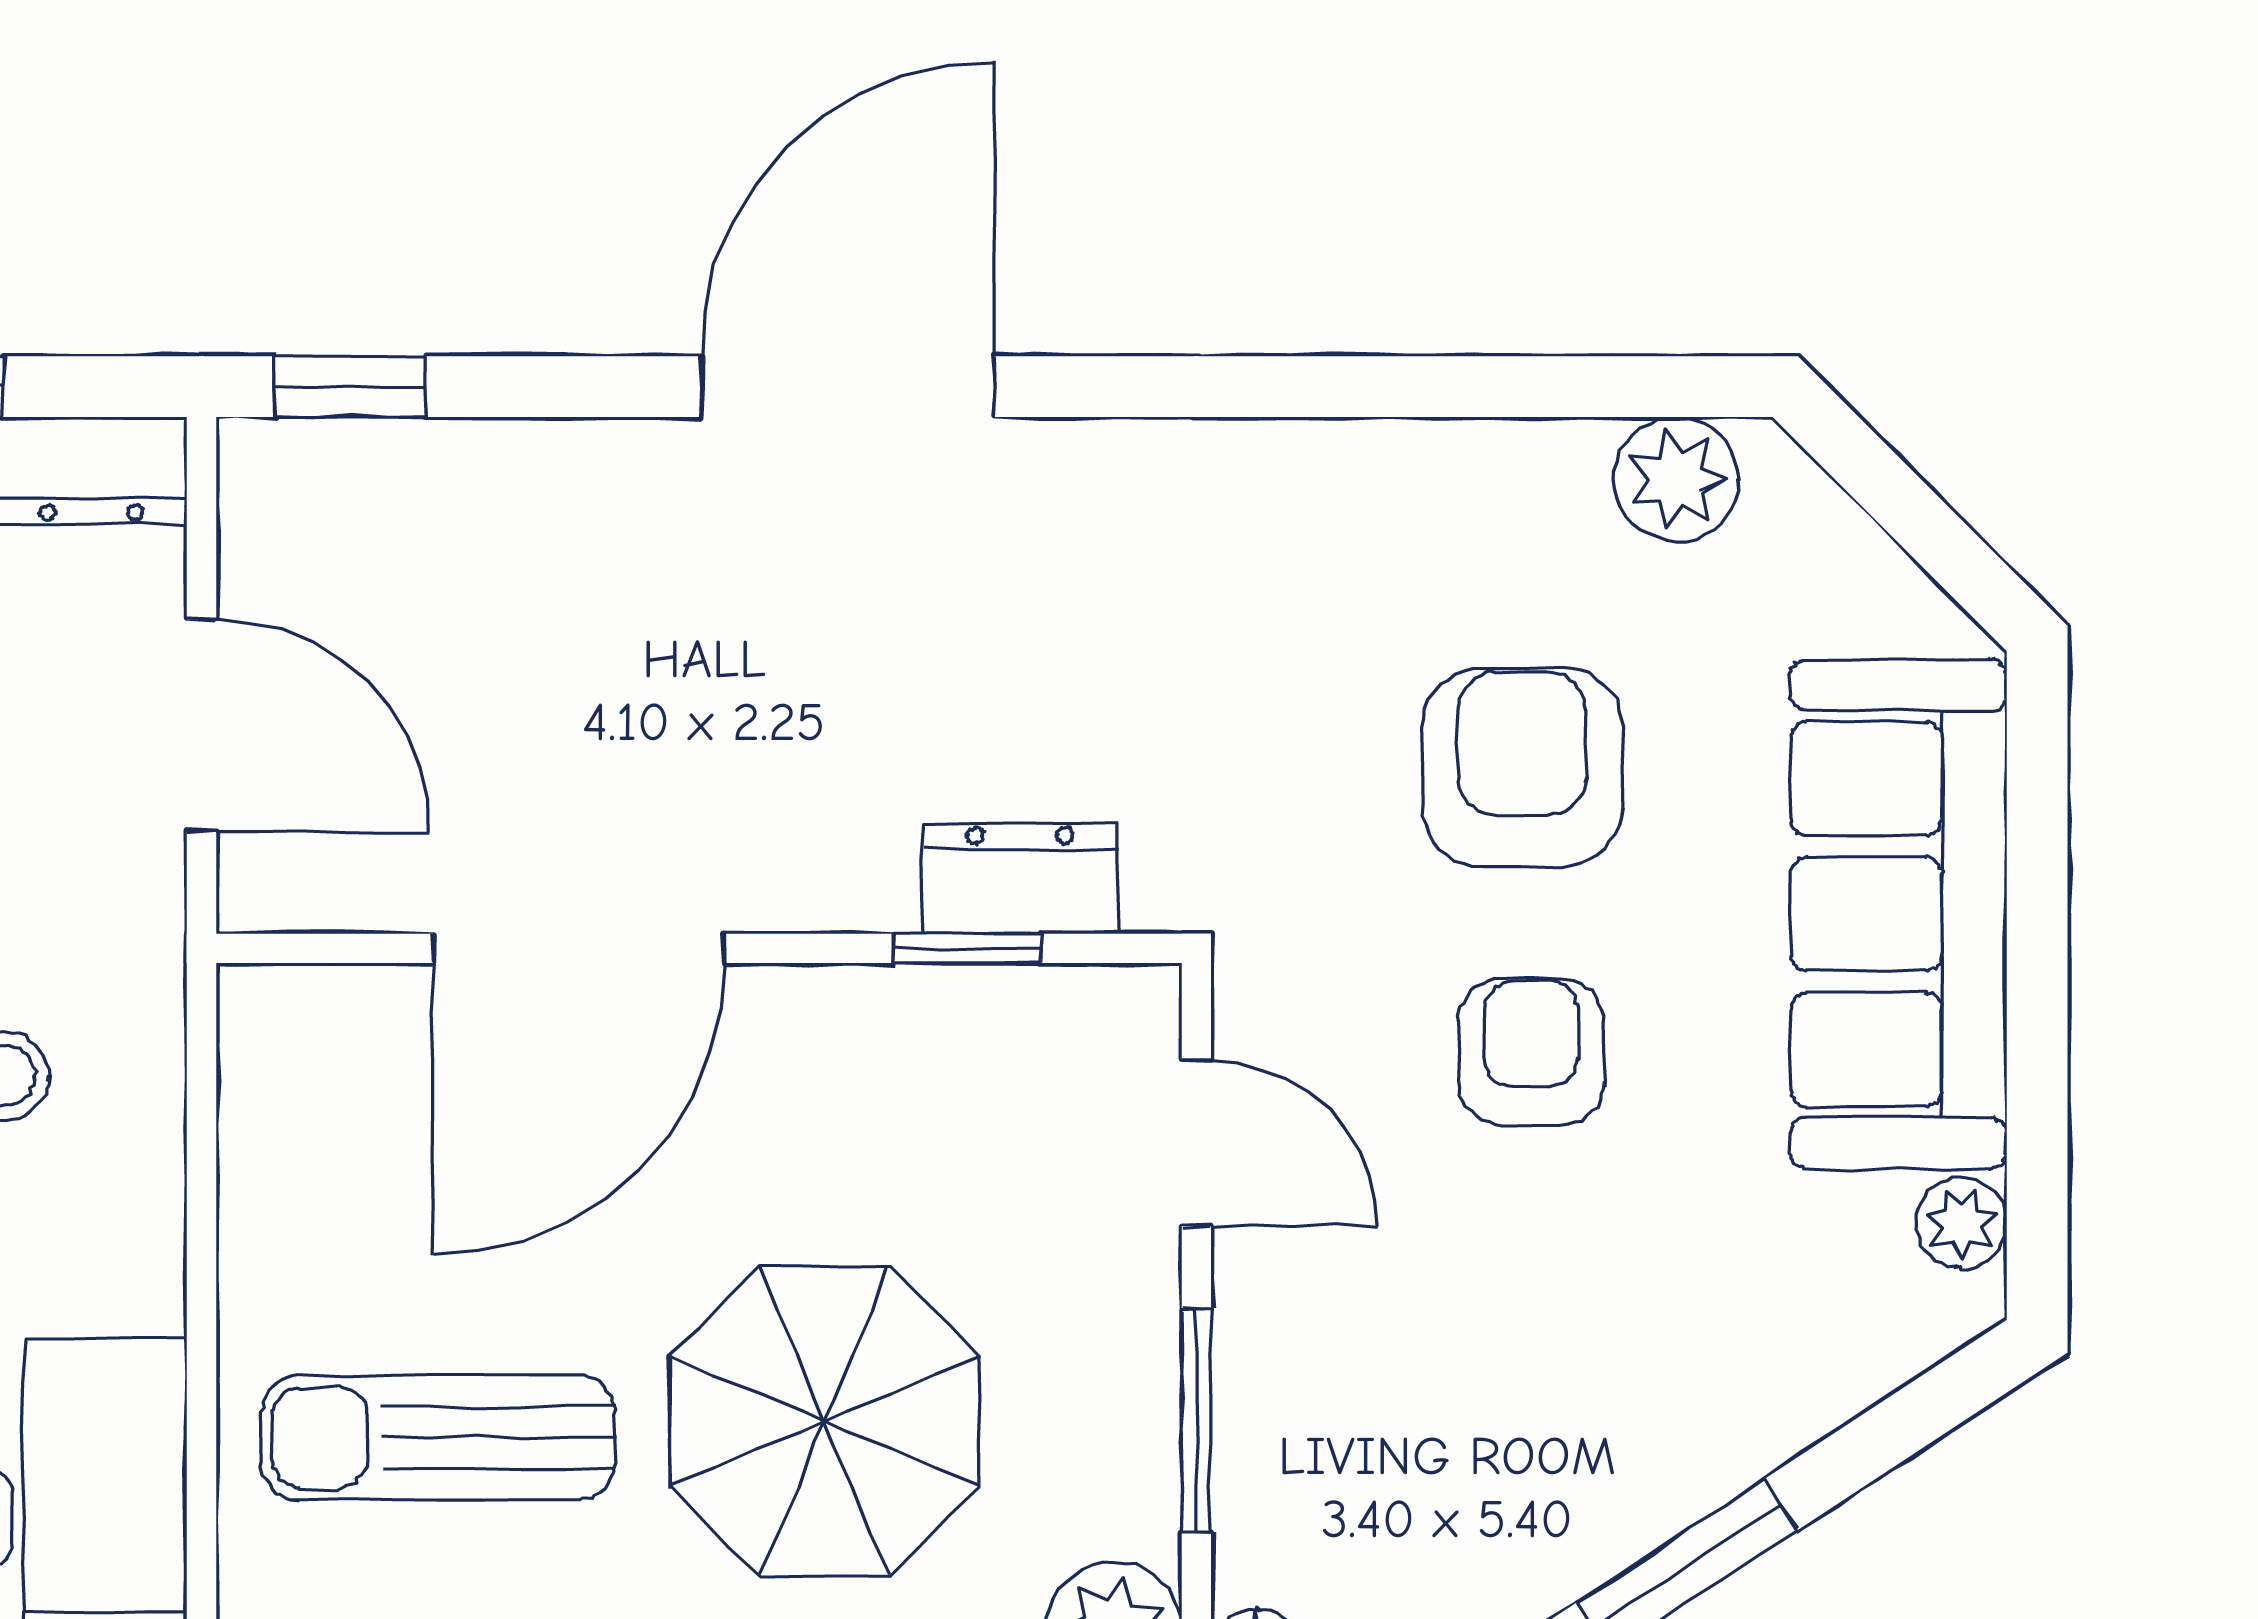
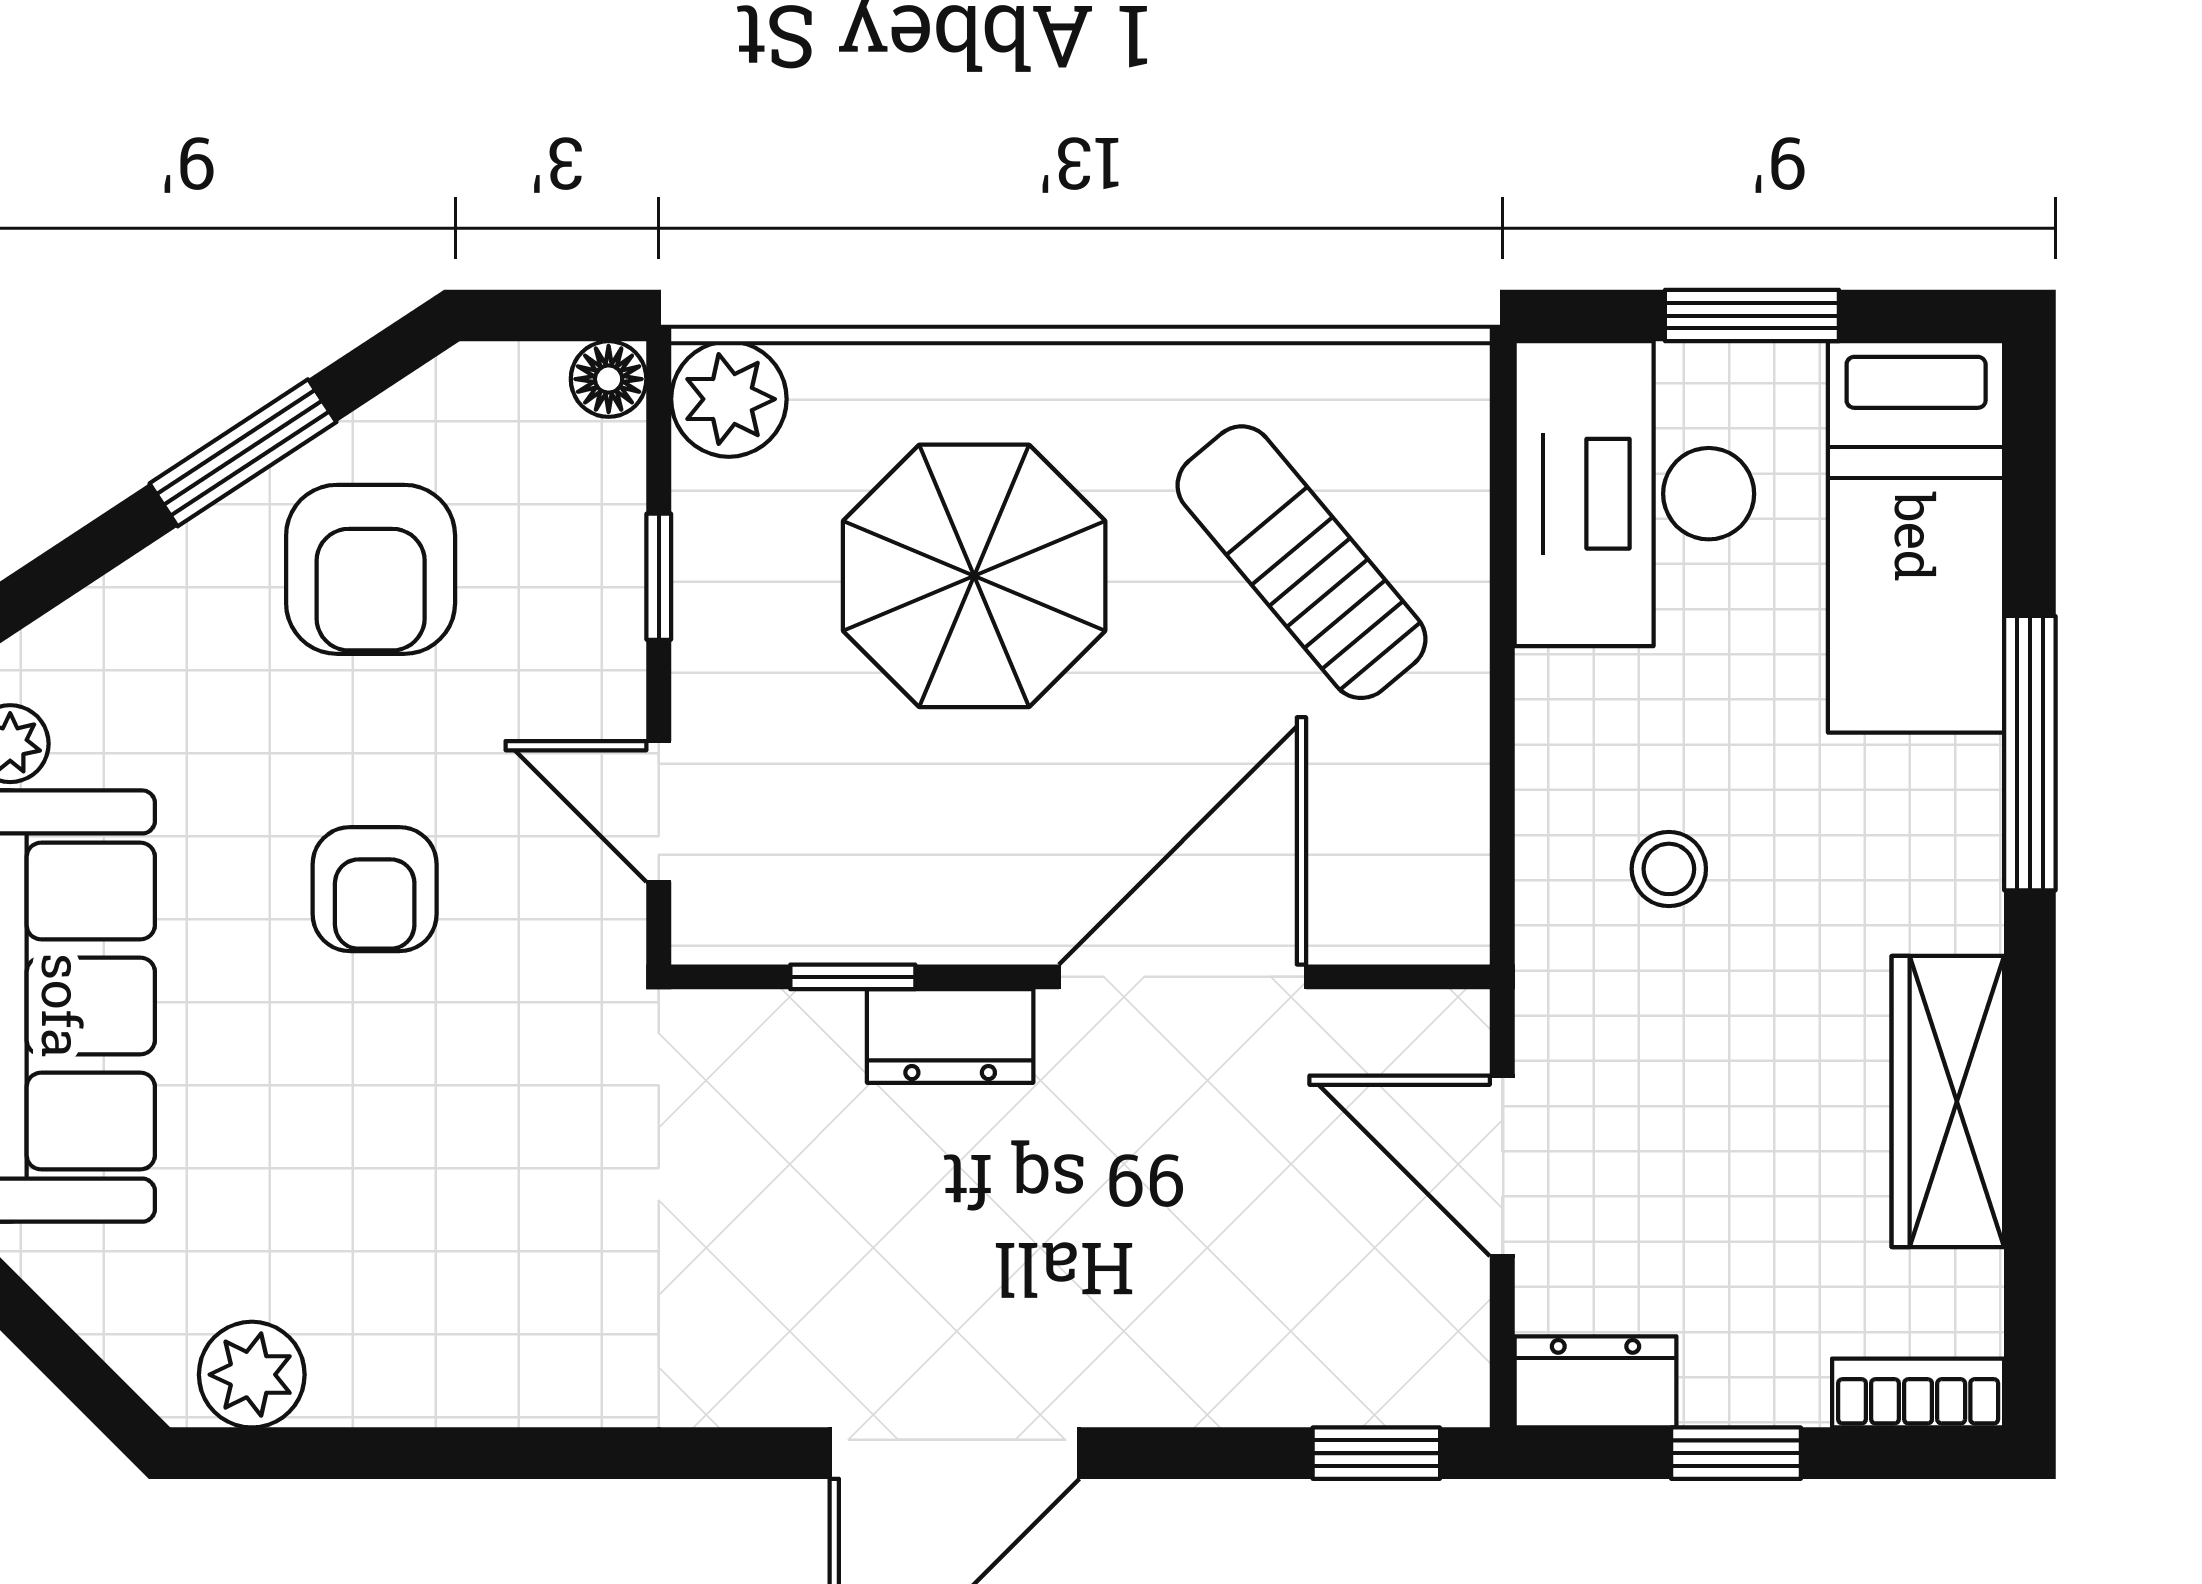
armchair: (1522, 767) -> (371, 569), moved
dresser: (1020, 879) -> (950, 1036), moved
window: (1196, 1420) -> (659, 577), width x0.67
sun lounger: (438, 1438) -> (1301, 562), turned -130

